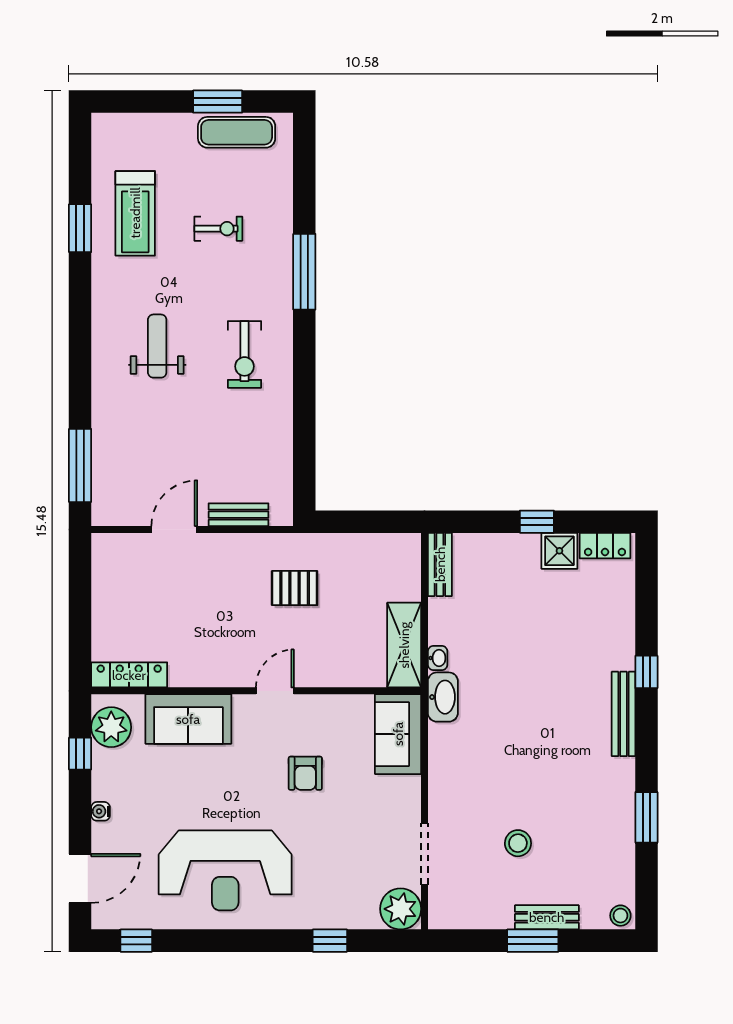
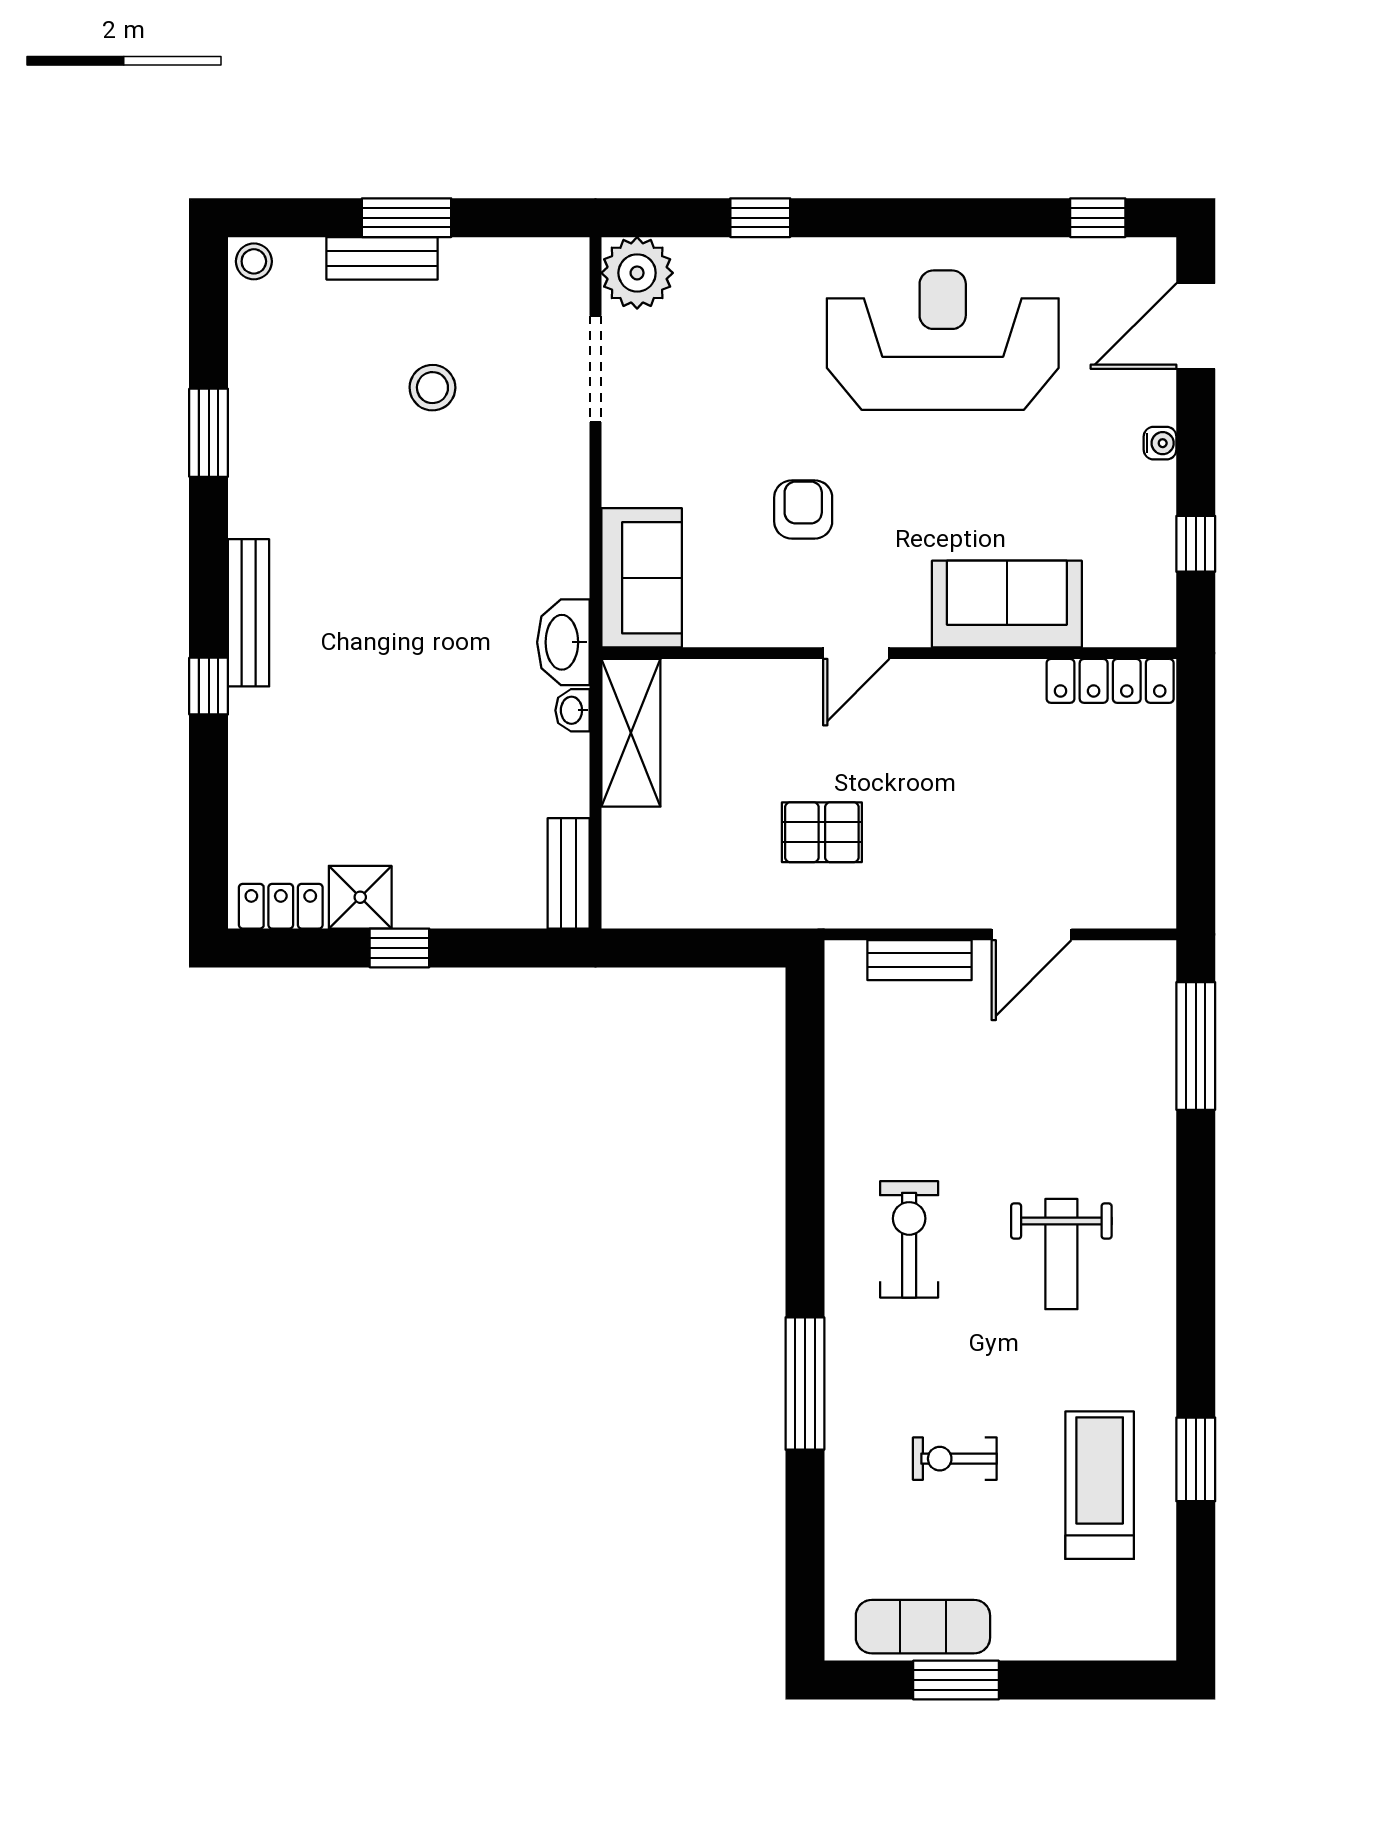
plant: (111, 727) -> (1141, 590), removed

